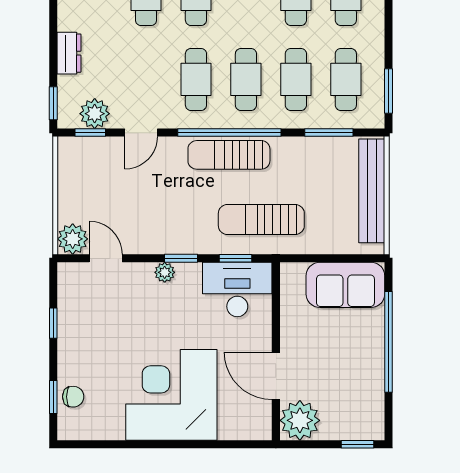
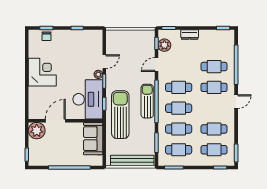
door: (141, 133) -> (157, 64), hinge flipped
sun lounger: (261, 220) -> (120, 115), width x1.36, depth x1.34
plant: (73, 239) -> (112, 36), removed
door: (106, 258) -> (104, 62), moved
sofa: (345, 285) -> (93, 139), moved
desk: (237, 289) -> (88, 99), width x1.36, depth x1.30
corner desk: (171, 395) -> (42, 72), width x0.74, depth x0.74

